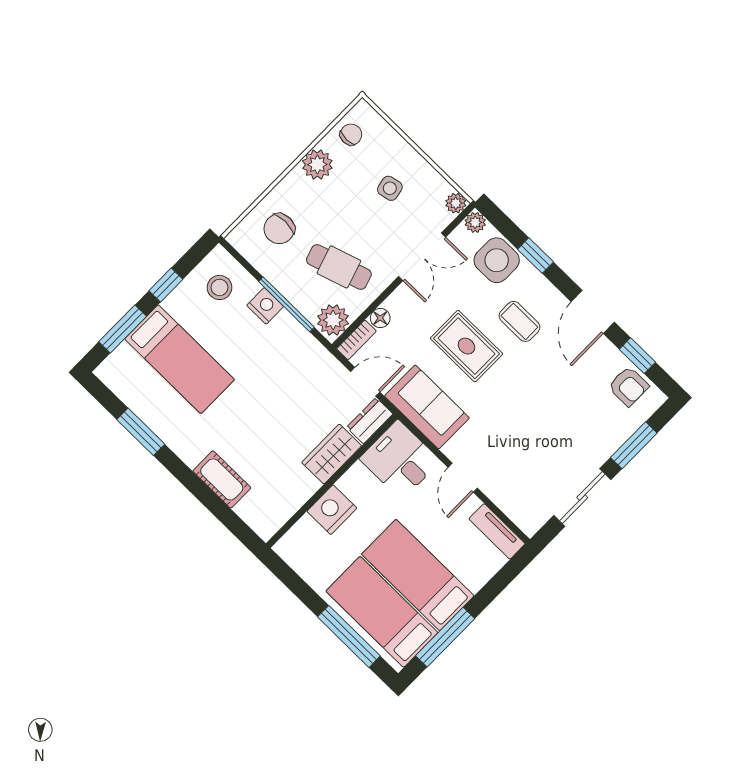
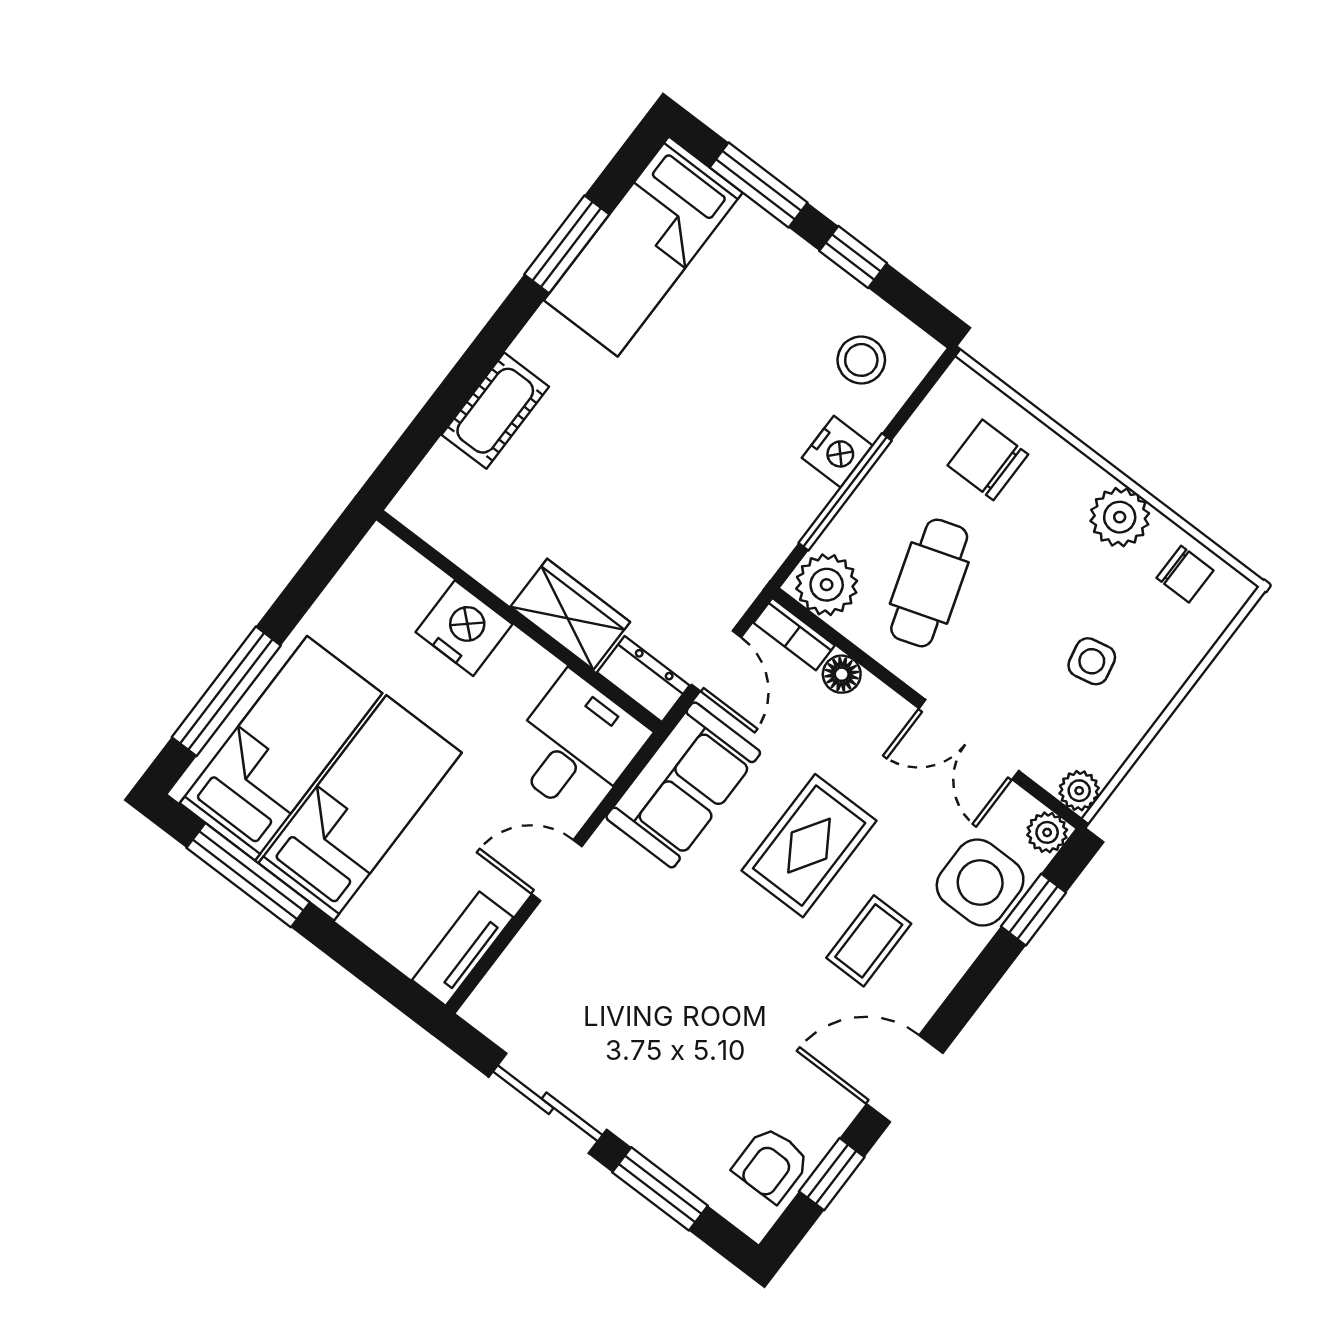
window: (535, 256) -> (1033, 910), moved
bed: (180, 359) -> (643, 247), moved

